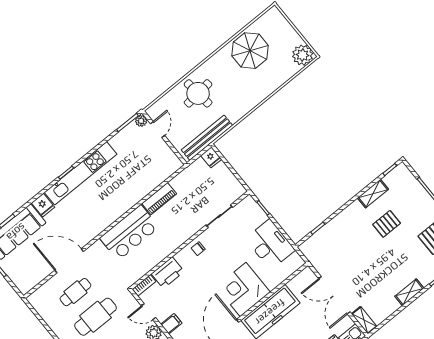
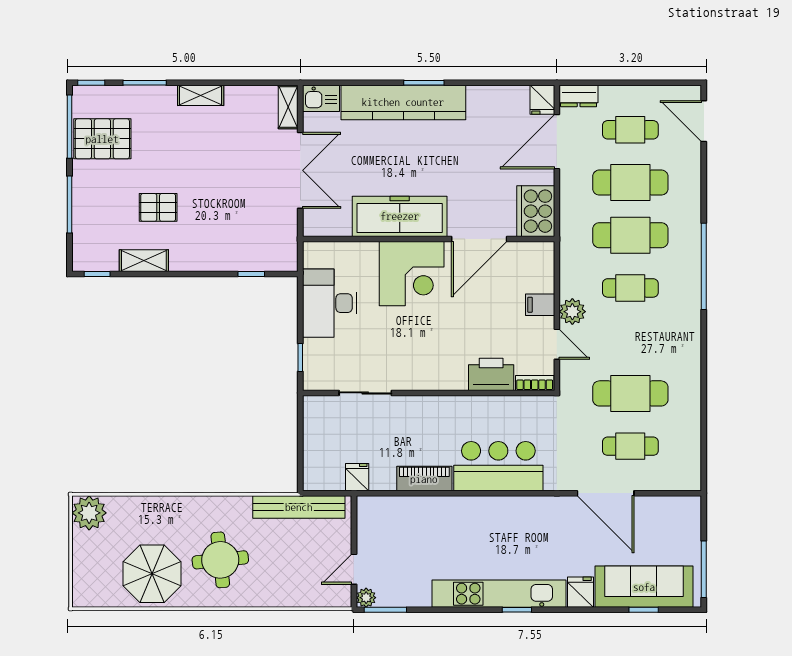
round table: (198, 93) -> (220, 560), moved
fridge: (211, 157) -> (357, 477), moved
chair: (198, 249) -> (427, 373), removed

